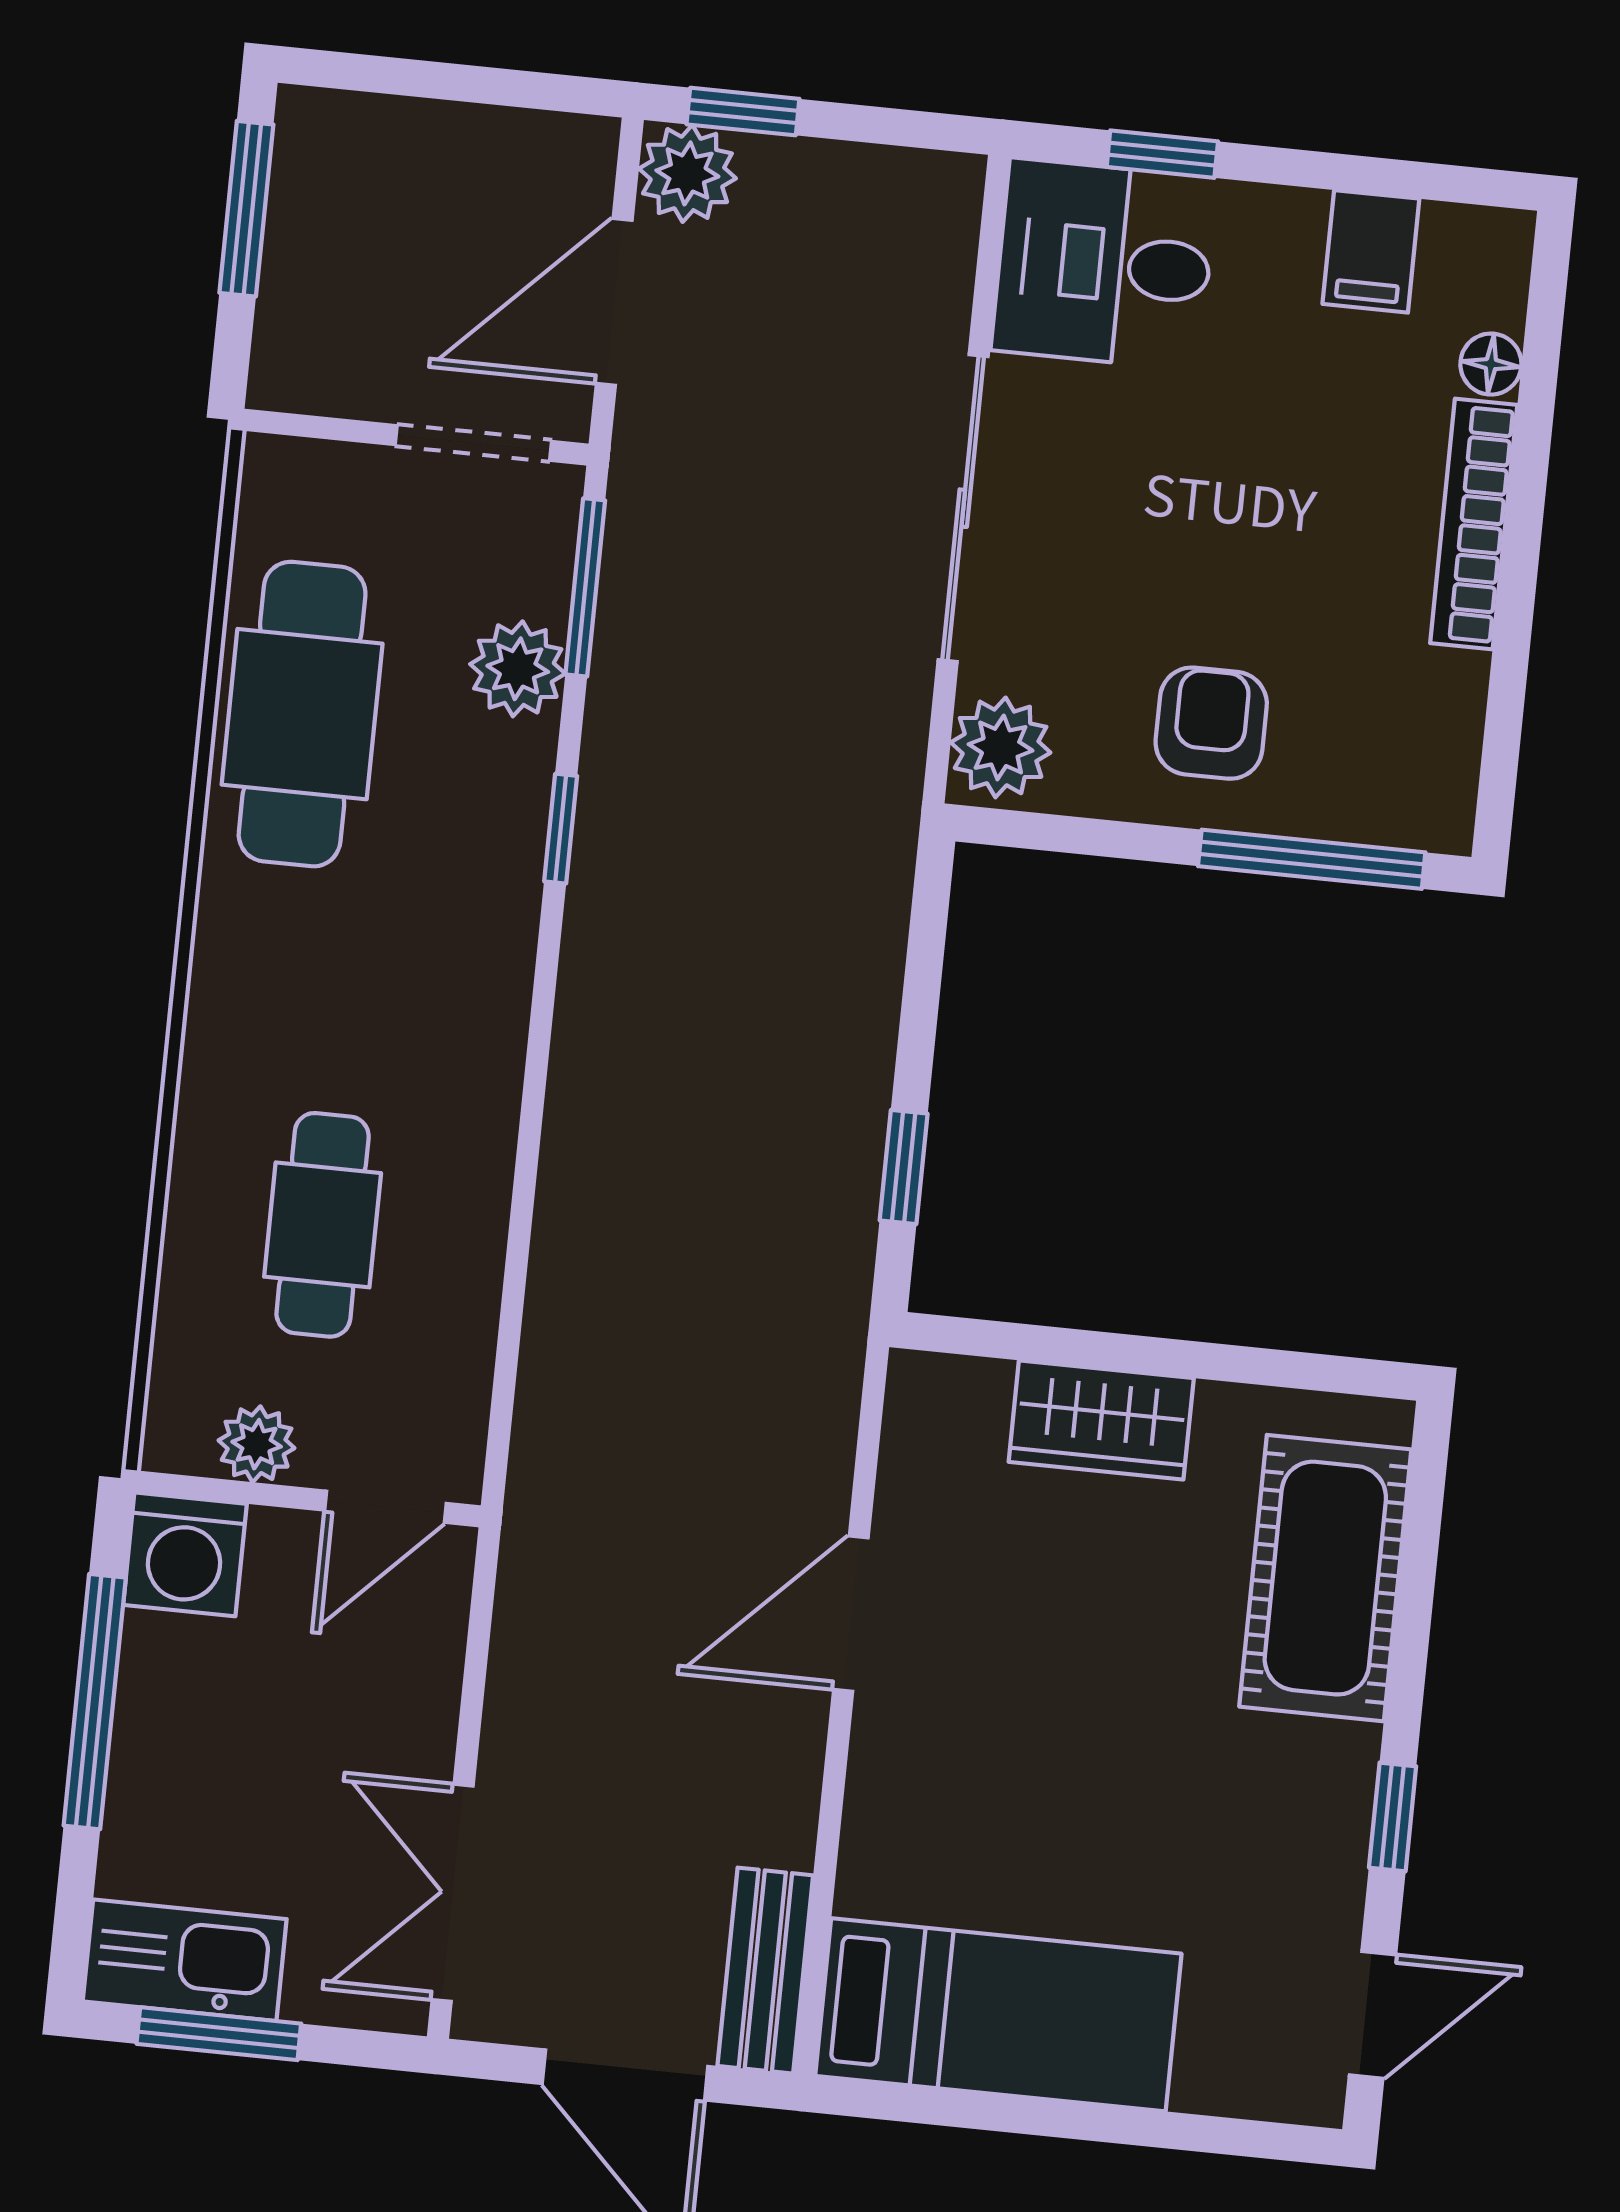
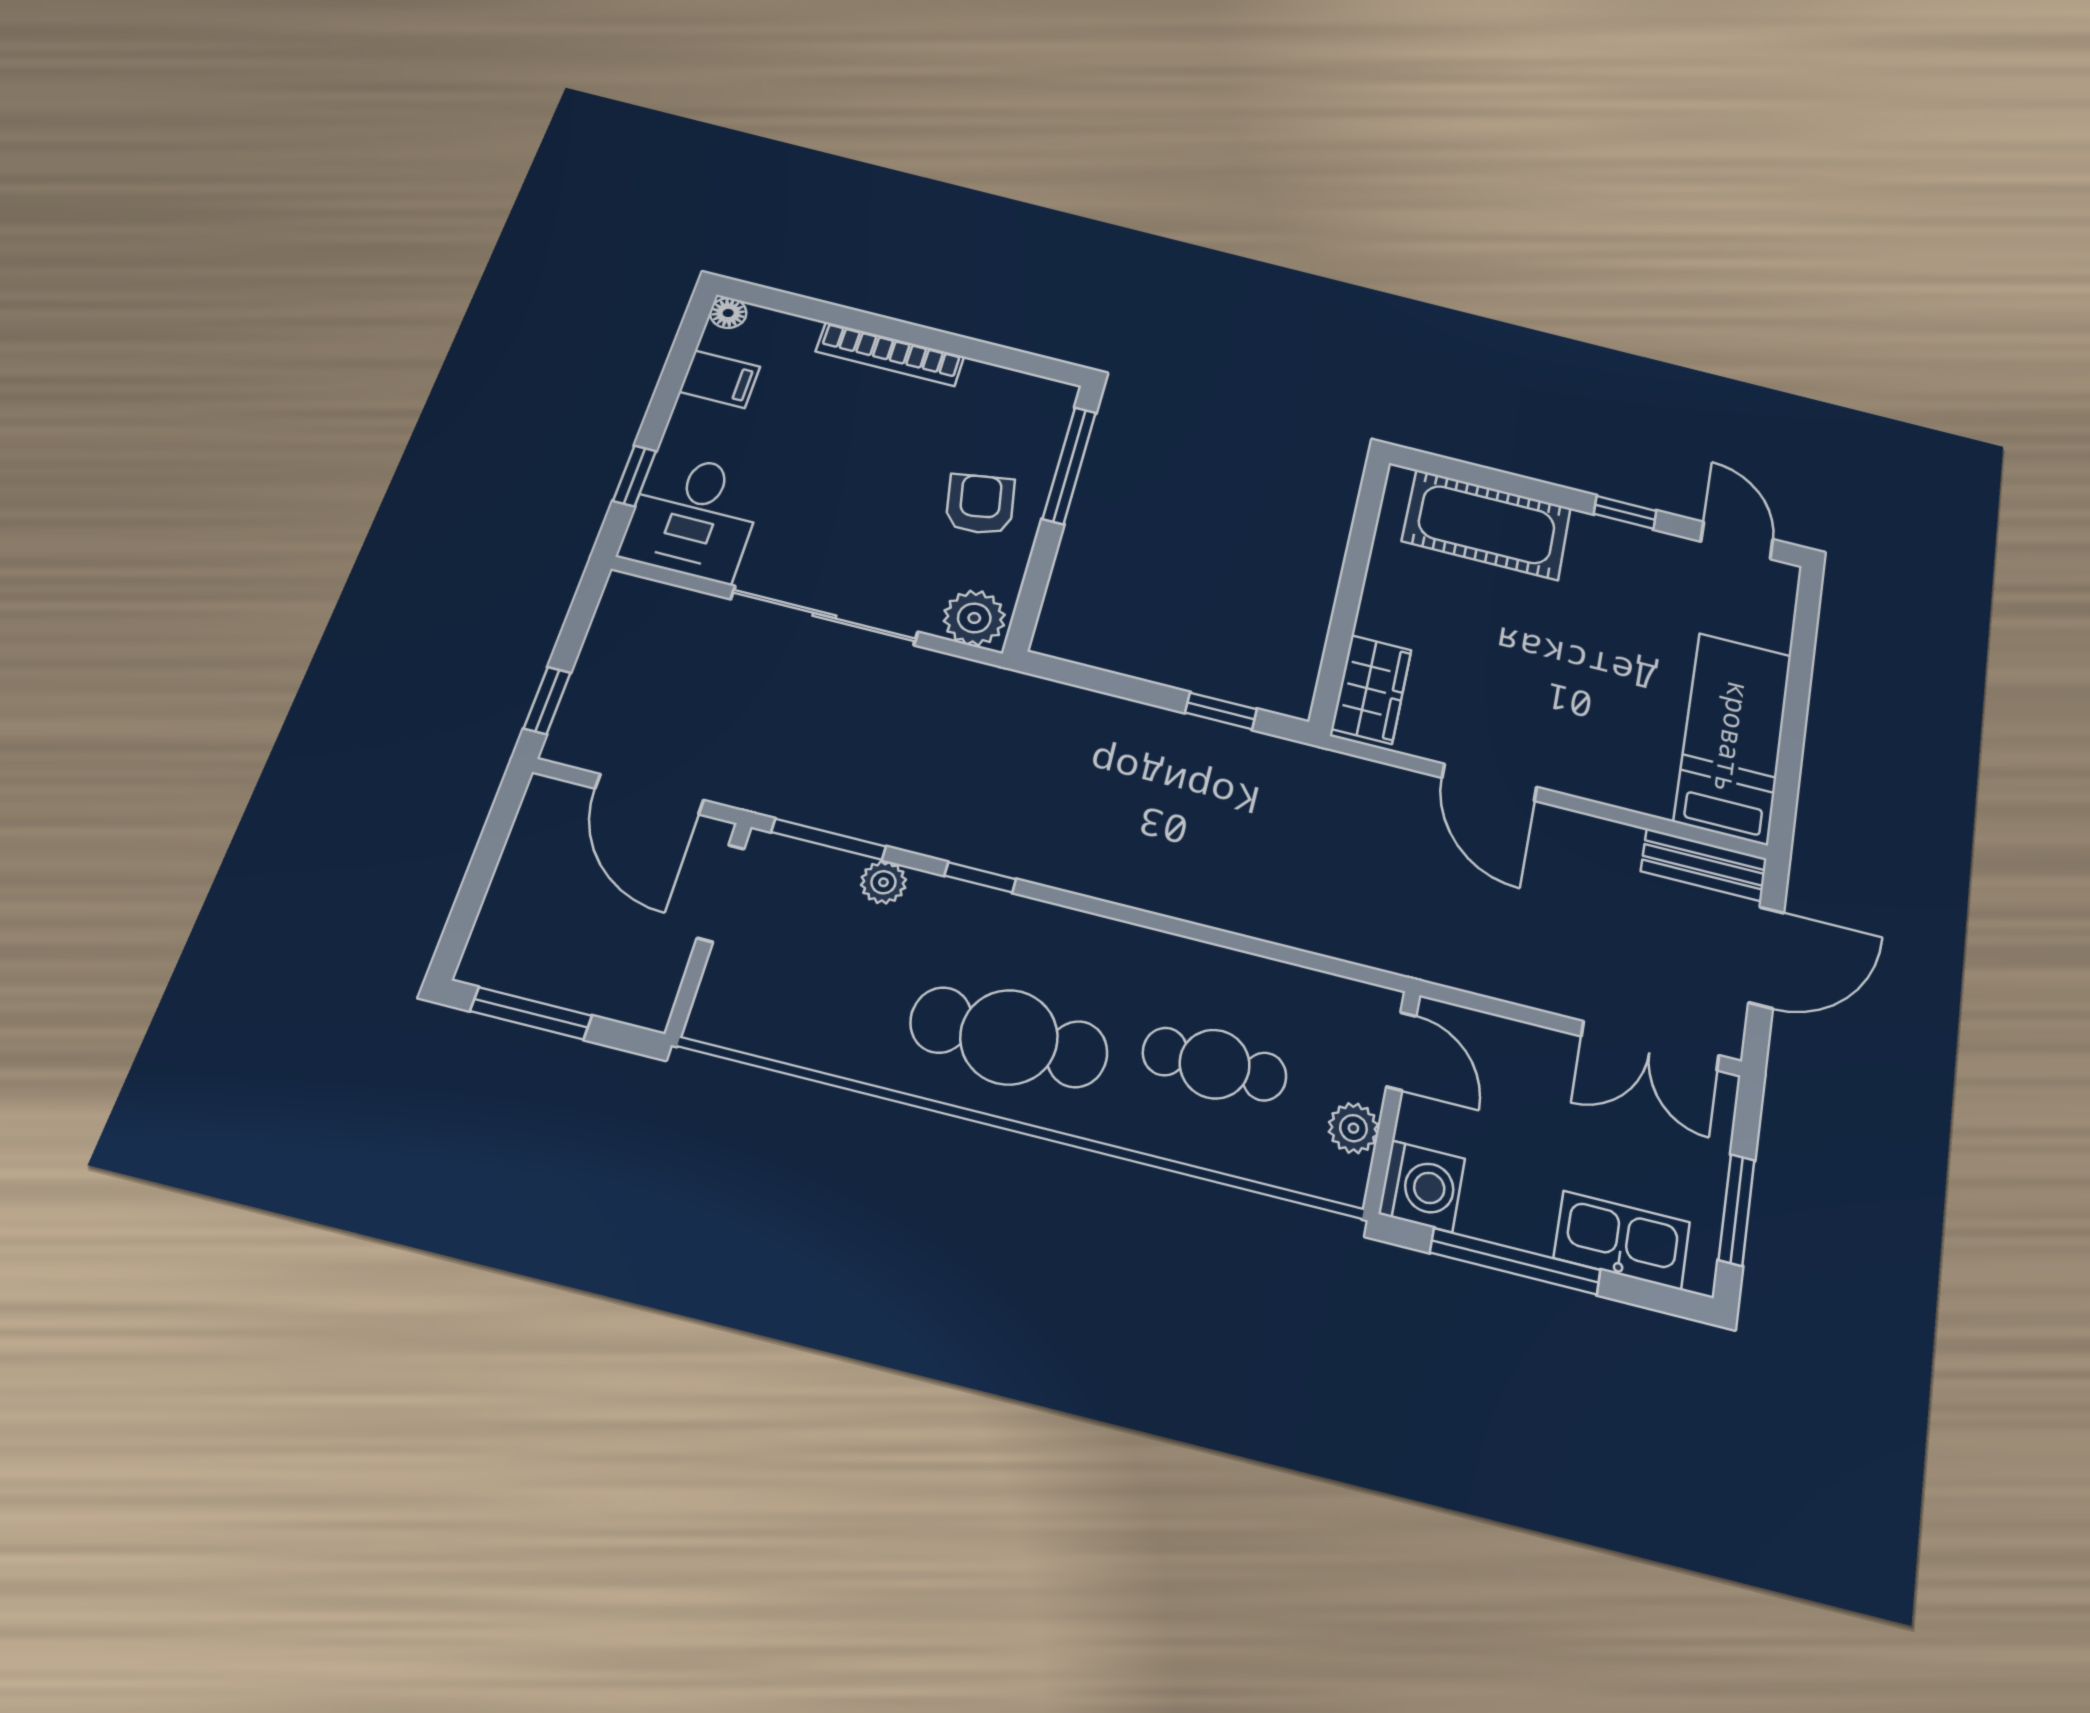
plant: (687, 173) -> (578, 739), removed
floor lamp: (1491, 364) -> (728, 313), moved
plant: (518, 669) -> (883, 882), width x0.73, depth x0.73
cafe table: (302, 714) -> (1009, 1037), moved
armchair: (1211, 723) -> (980, 504), turned 80
wardrobe: (1101, 1420) -> (1371, 689), moved
kitchen sink: (185, 1960) -> (1622, 1240), moved, turned 90

